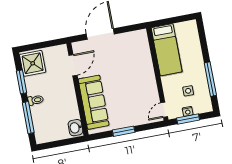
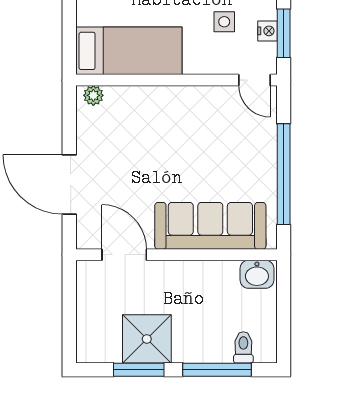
plant: (143, 37) -> (93, 95), added
shower: (33, 63) -> (147, 339), moved
toilet: (36, 100) -> (243, 347), moved
window: (124, 131) -> (284, 174), width x2.11

